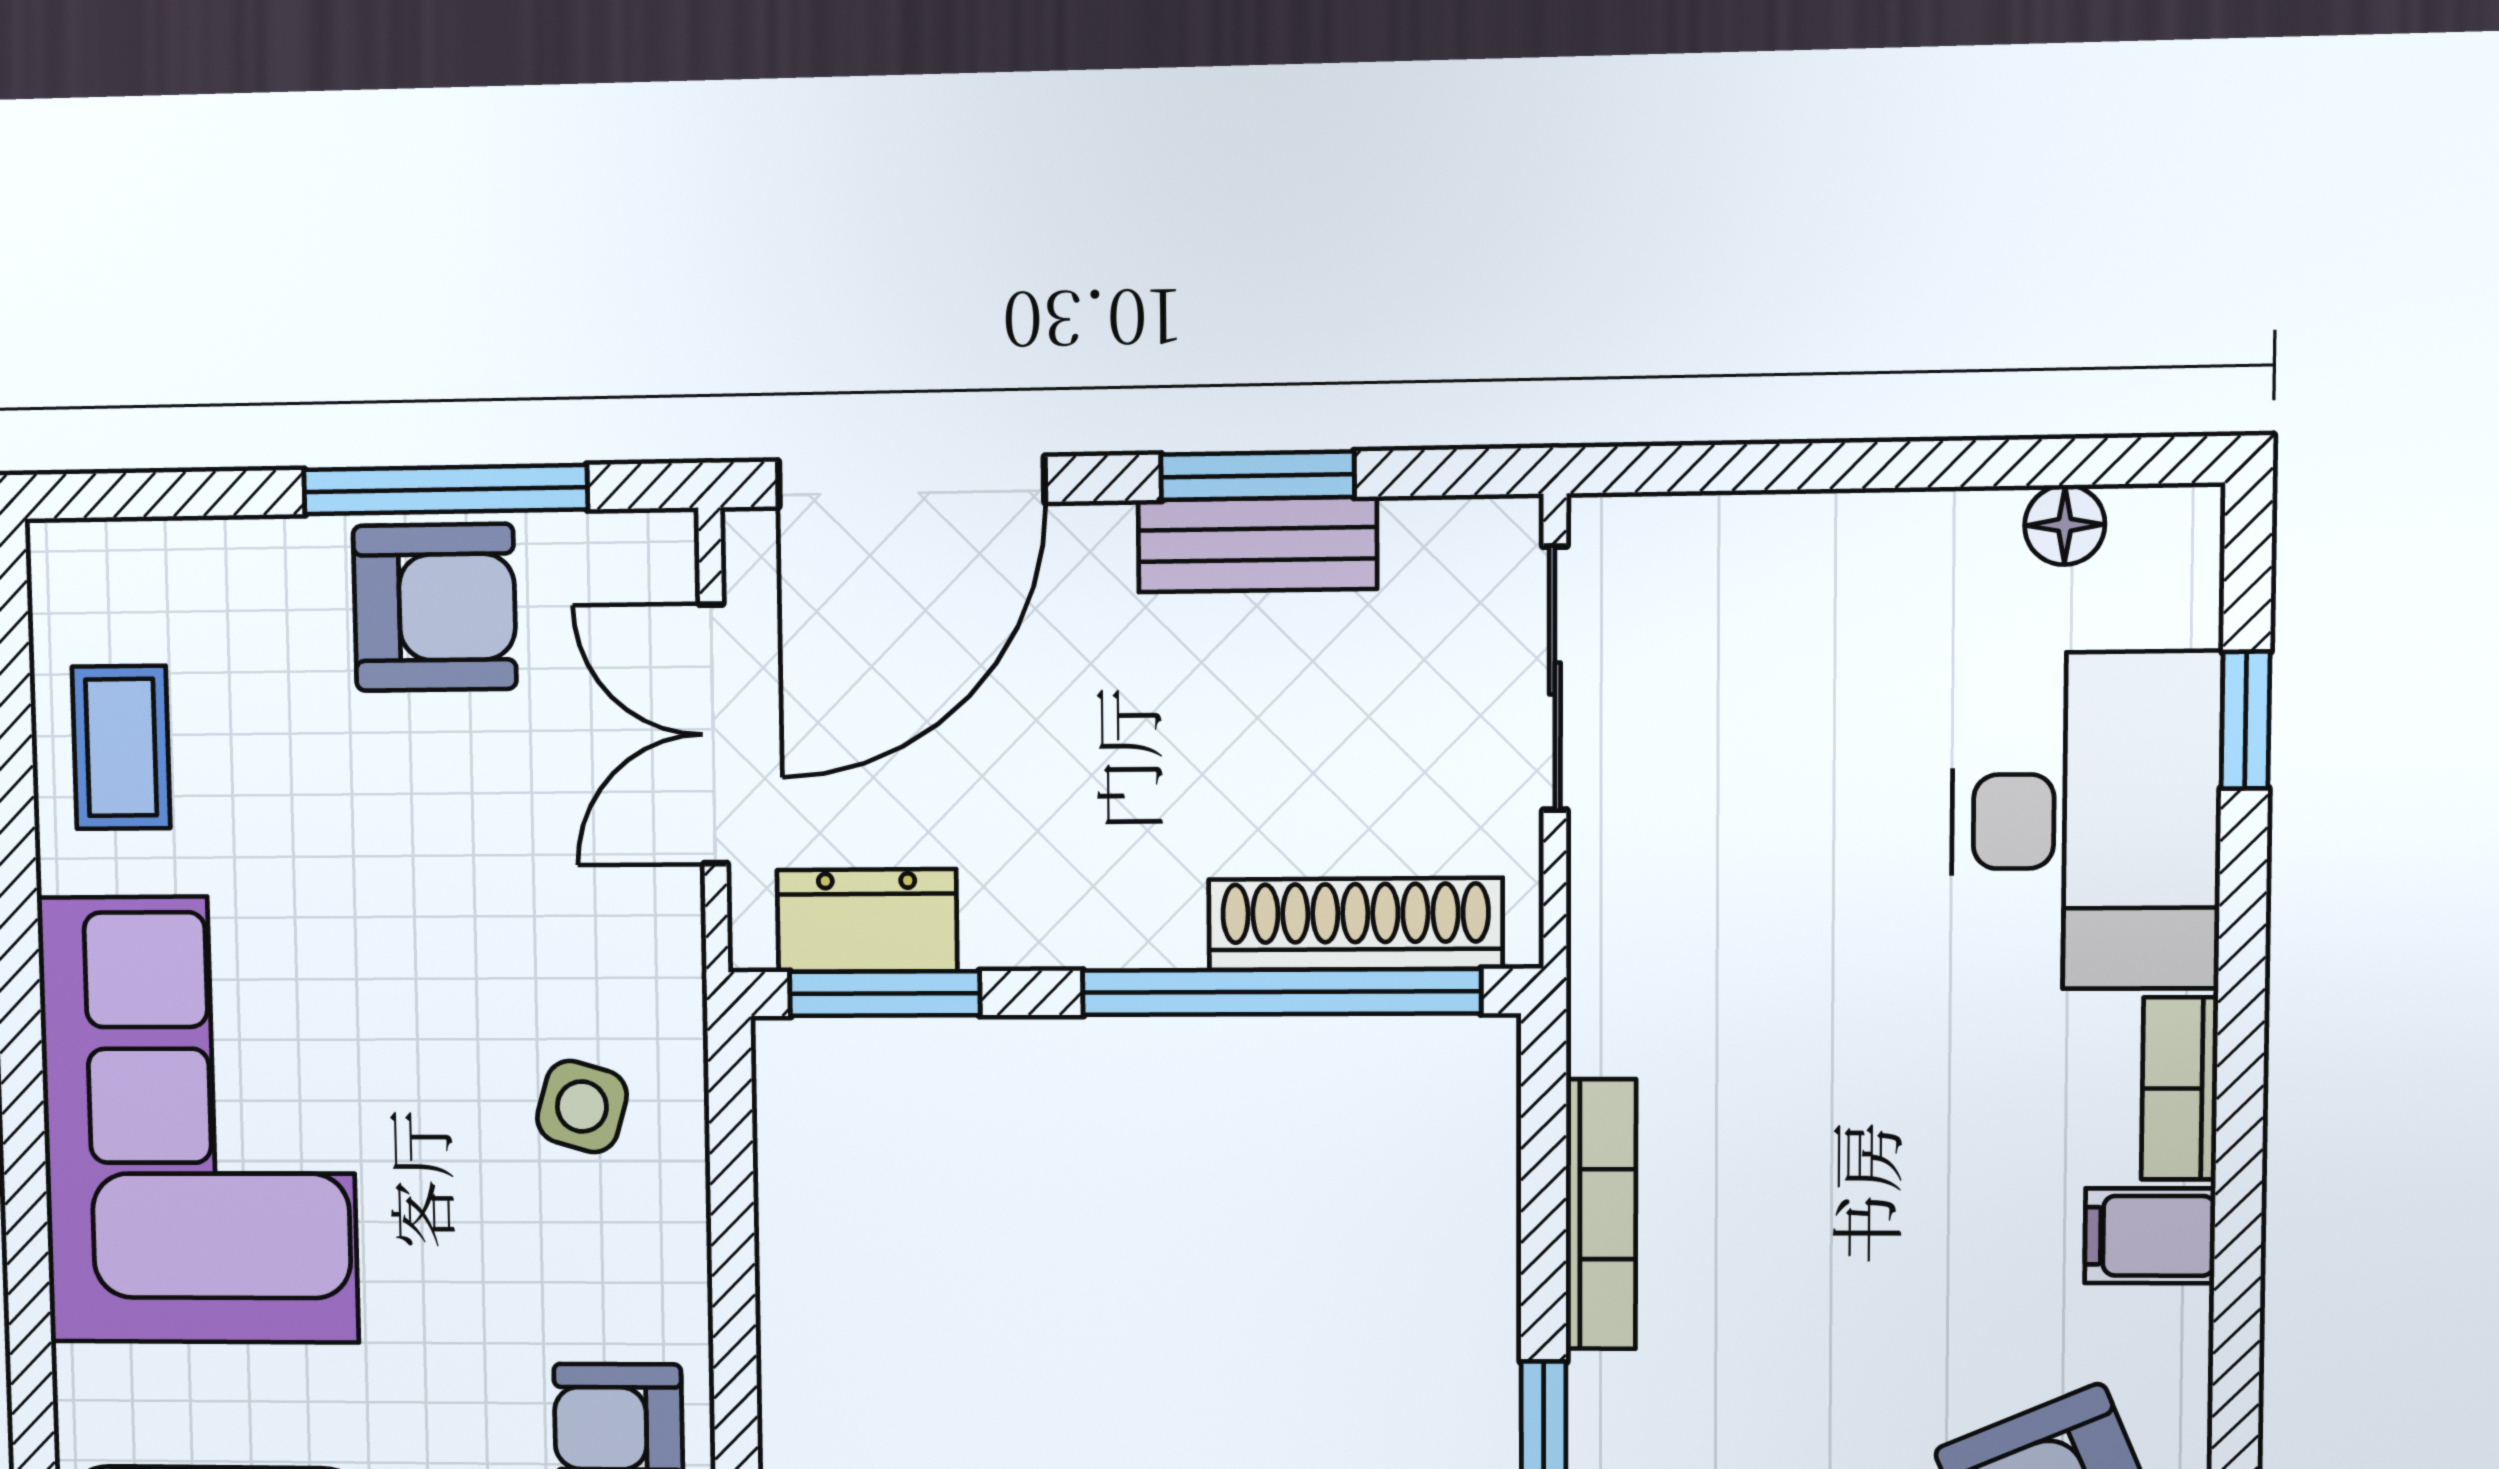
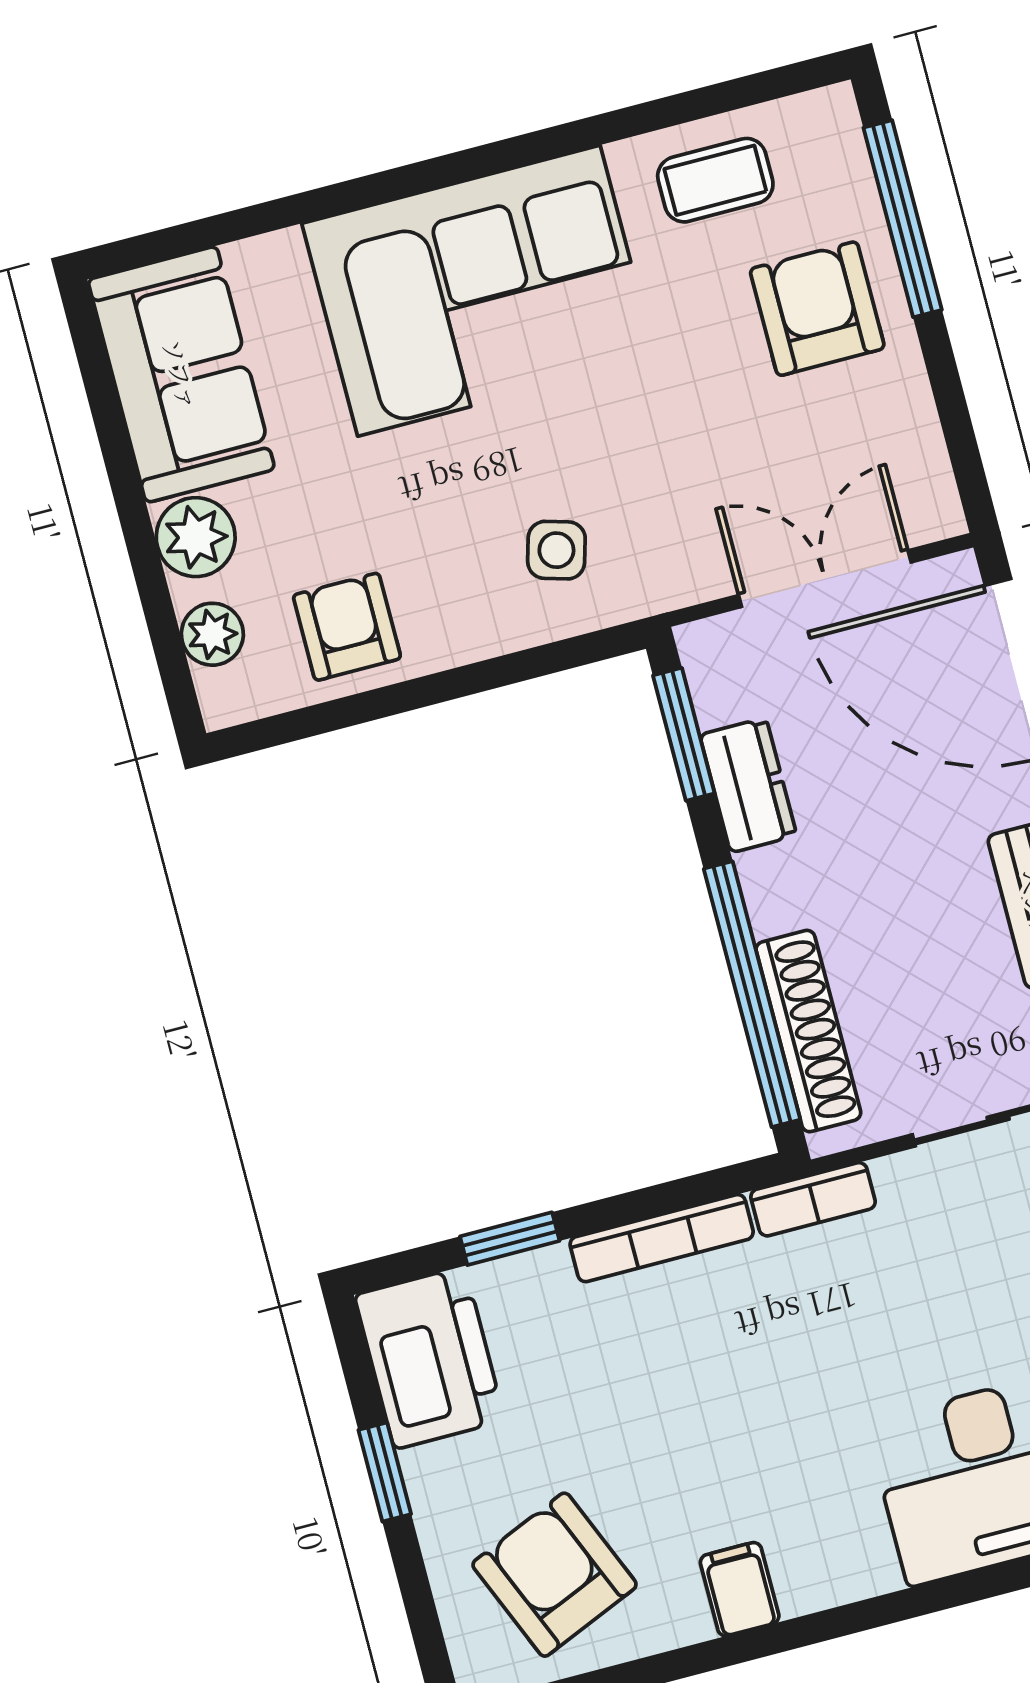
window: (445, 490) -> (903, 219), moved
armchair: (435, 607) -> (817, 309), moved, turned 180
dresser: (867, 921) -> (748, 785), moved
bookcase: (2180, 1089) -> (813, 1199), moved, turned 180

